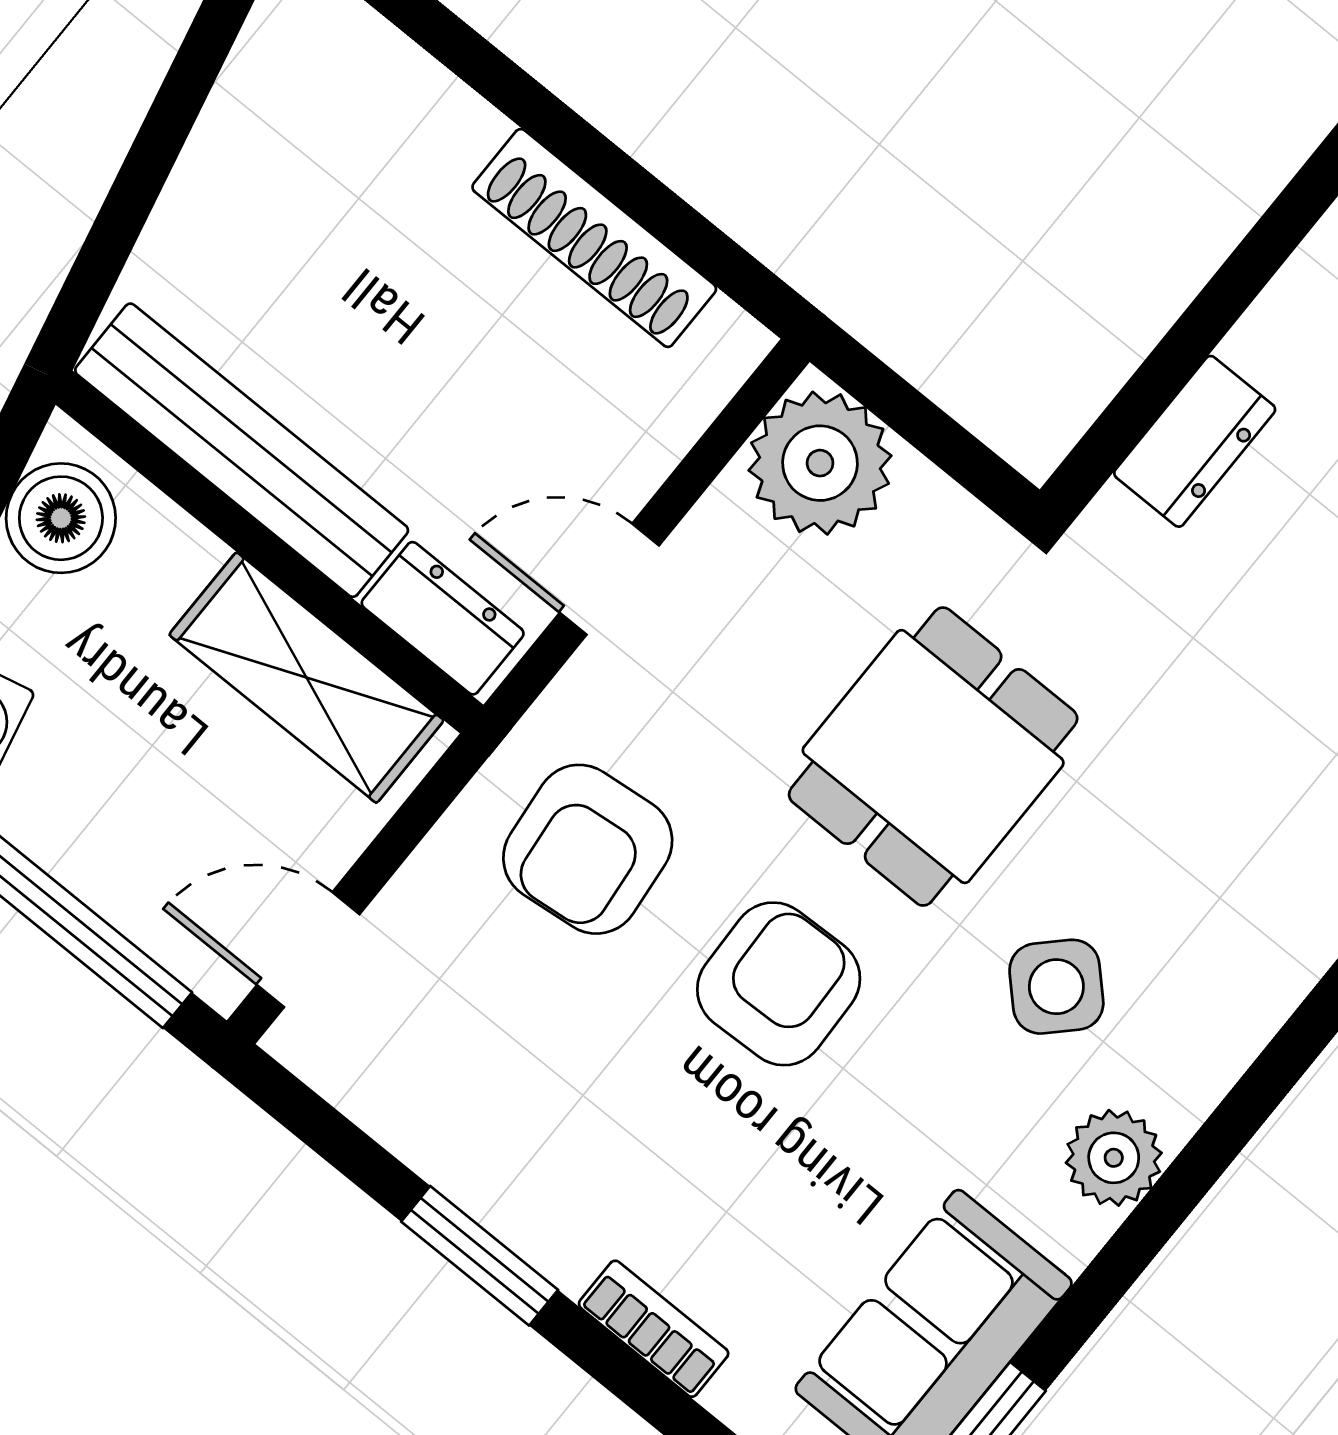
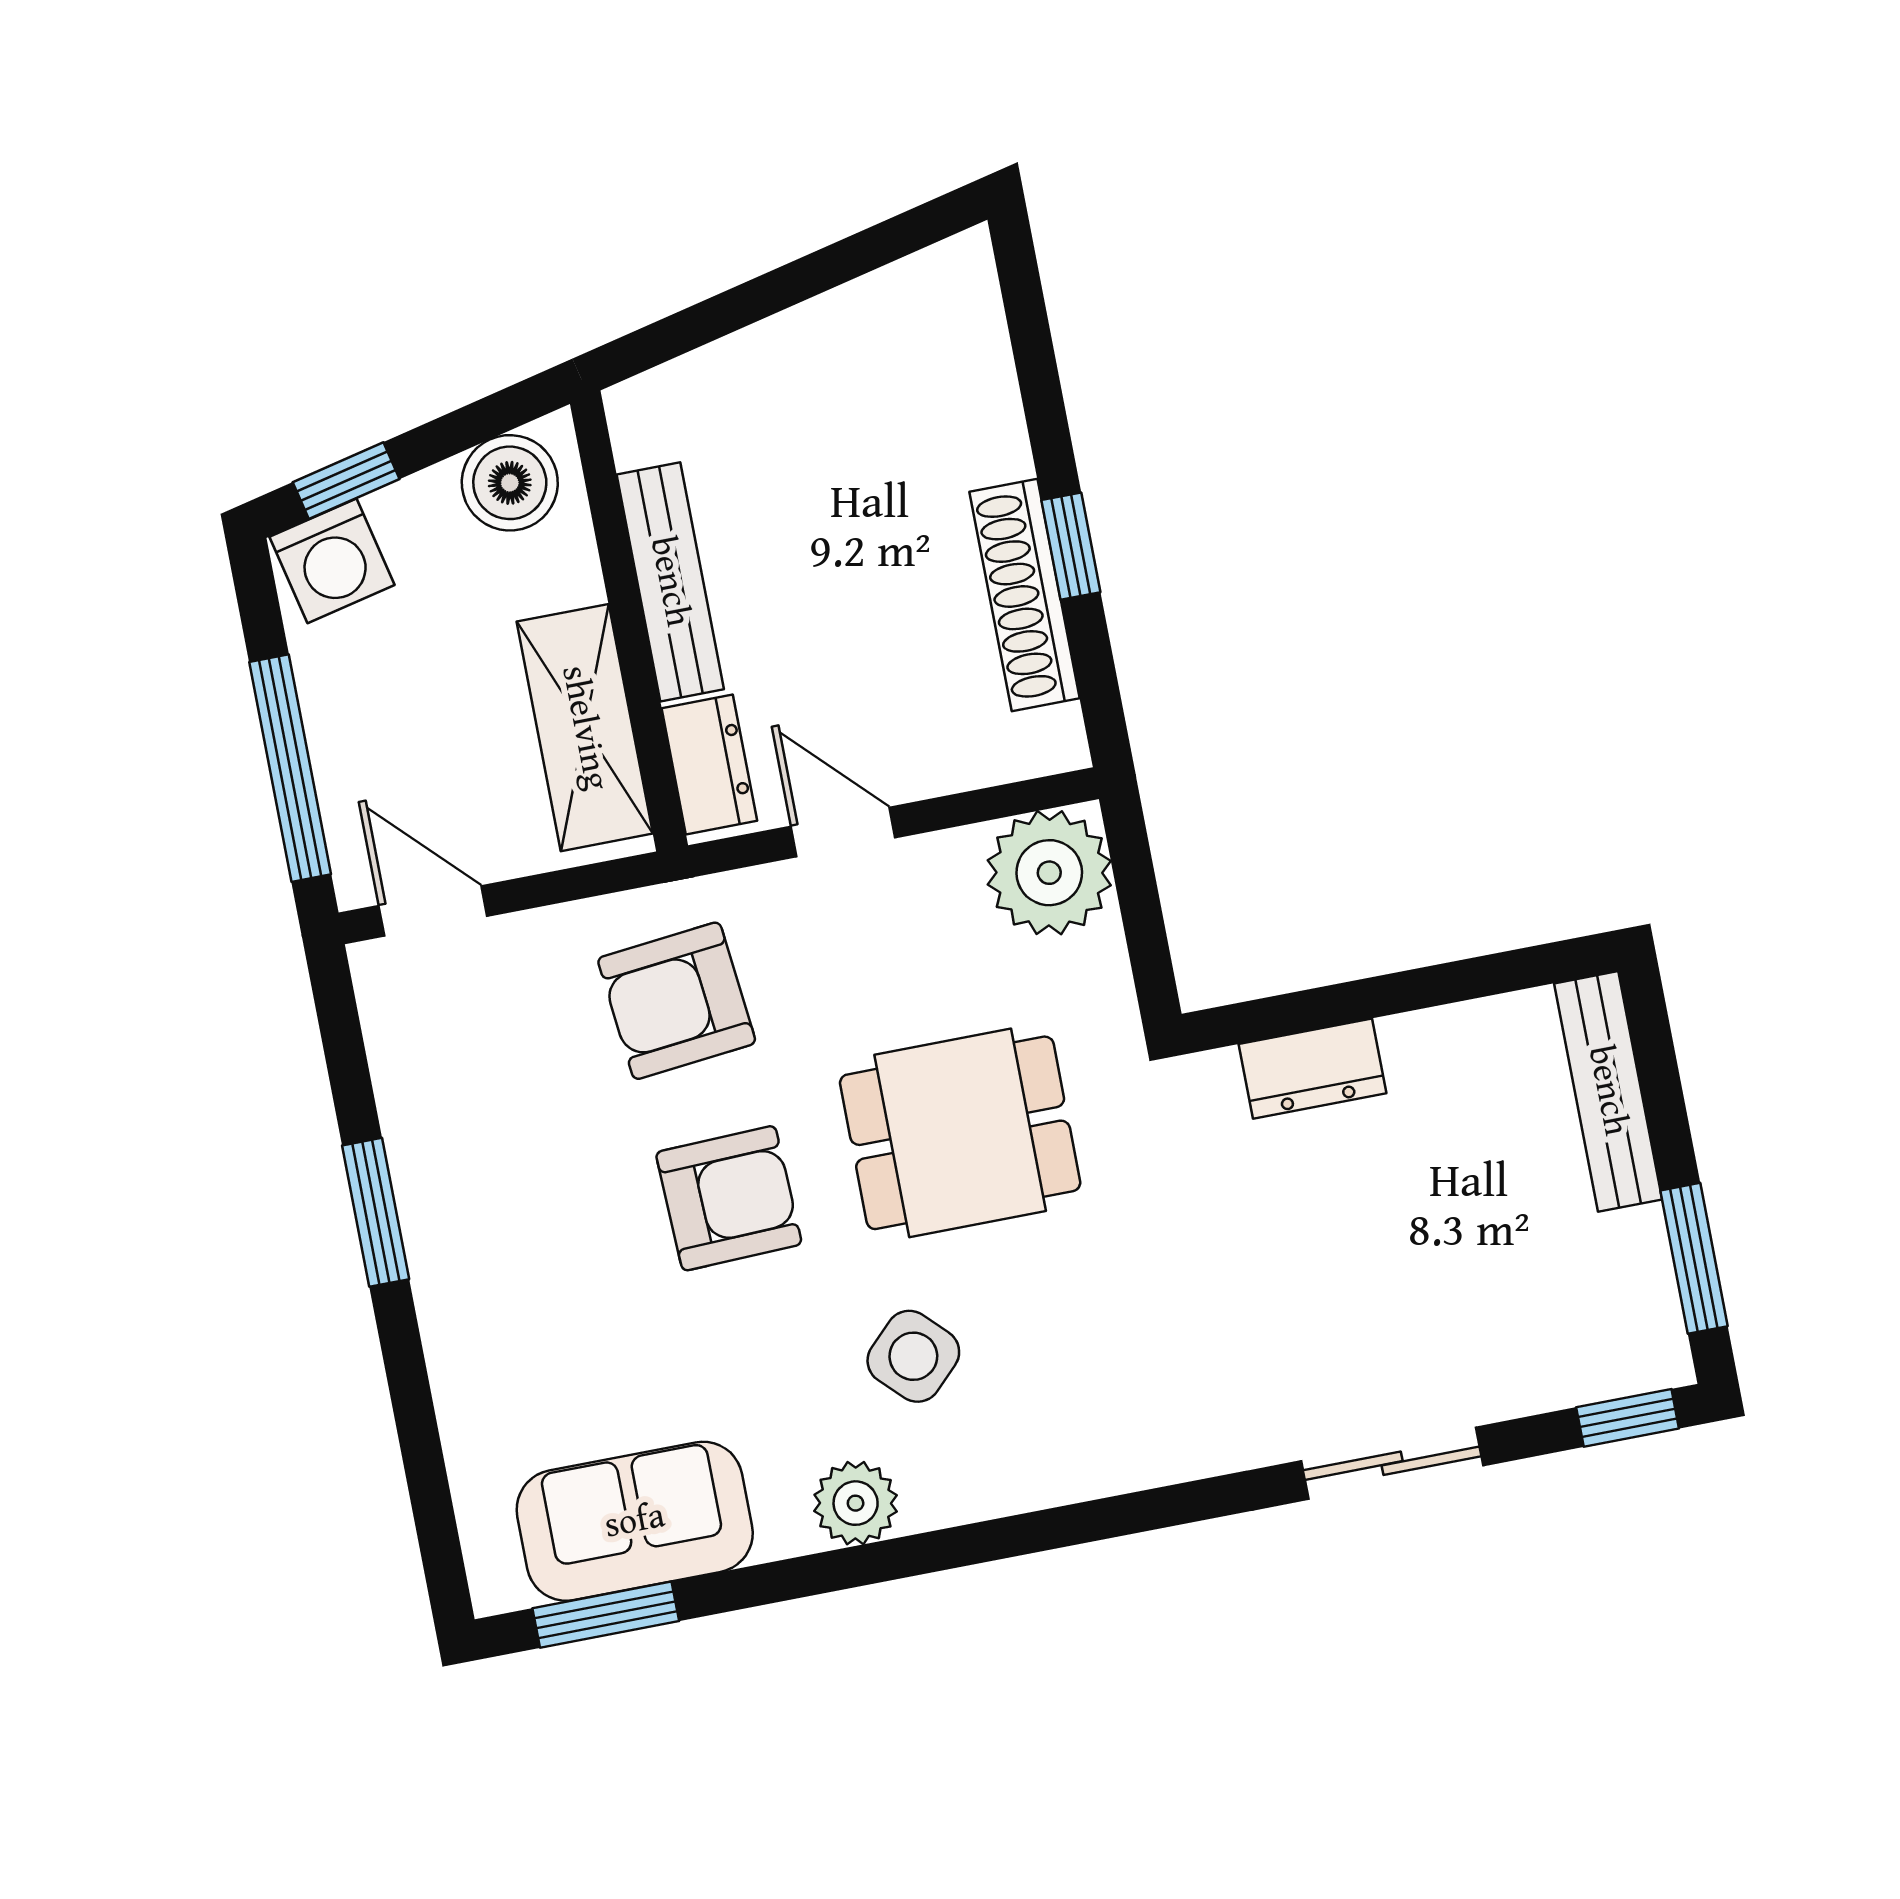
window: (599, 161) -> (1071, 546), added
bench: (242, 450) -> (670, 582), width x0.73, depth x0.82
bookcase: (654, 1329) -> (451, 1359), removed

